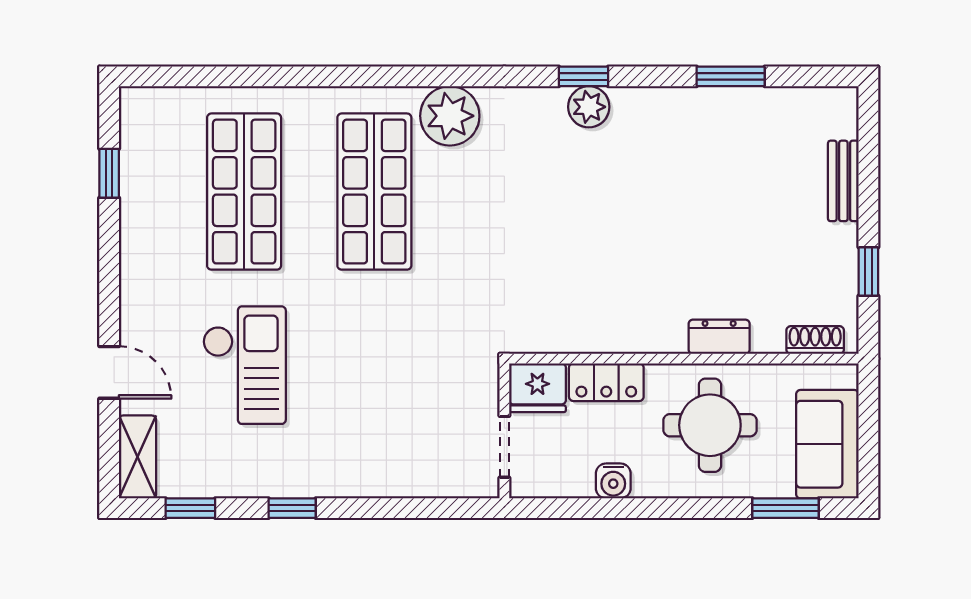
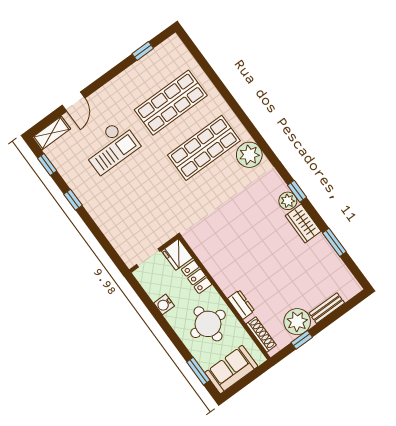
wardrobe: (652, 109) -> (303, 224), added
plant: (828, 255) -> (297, 322), added
shoe rack: (815, 340) -> (261, 334), width x1.43

